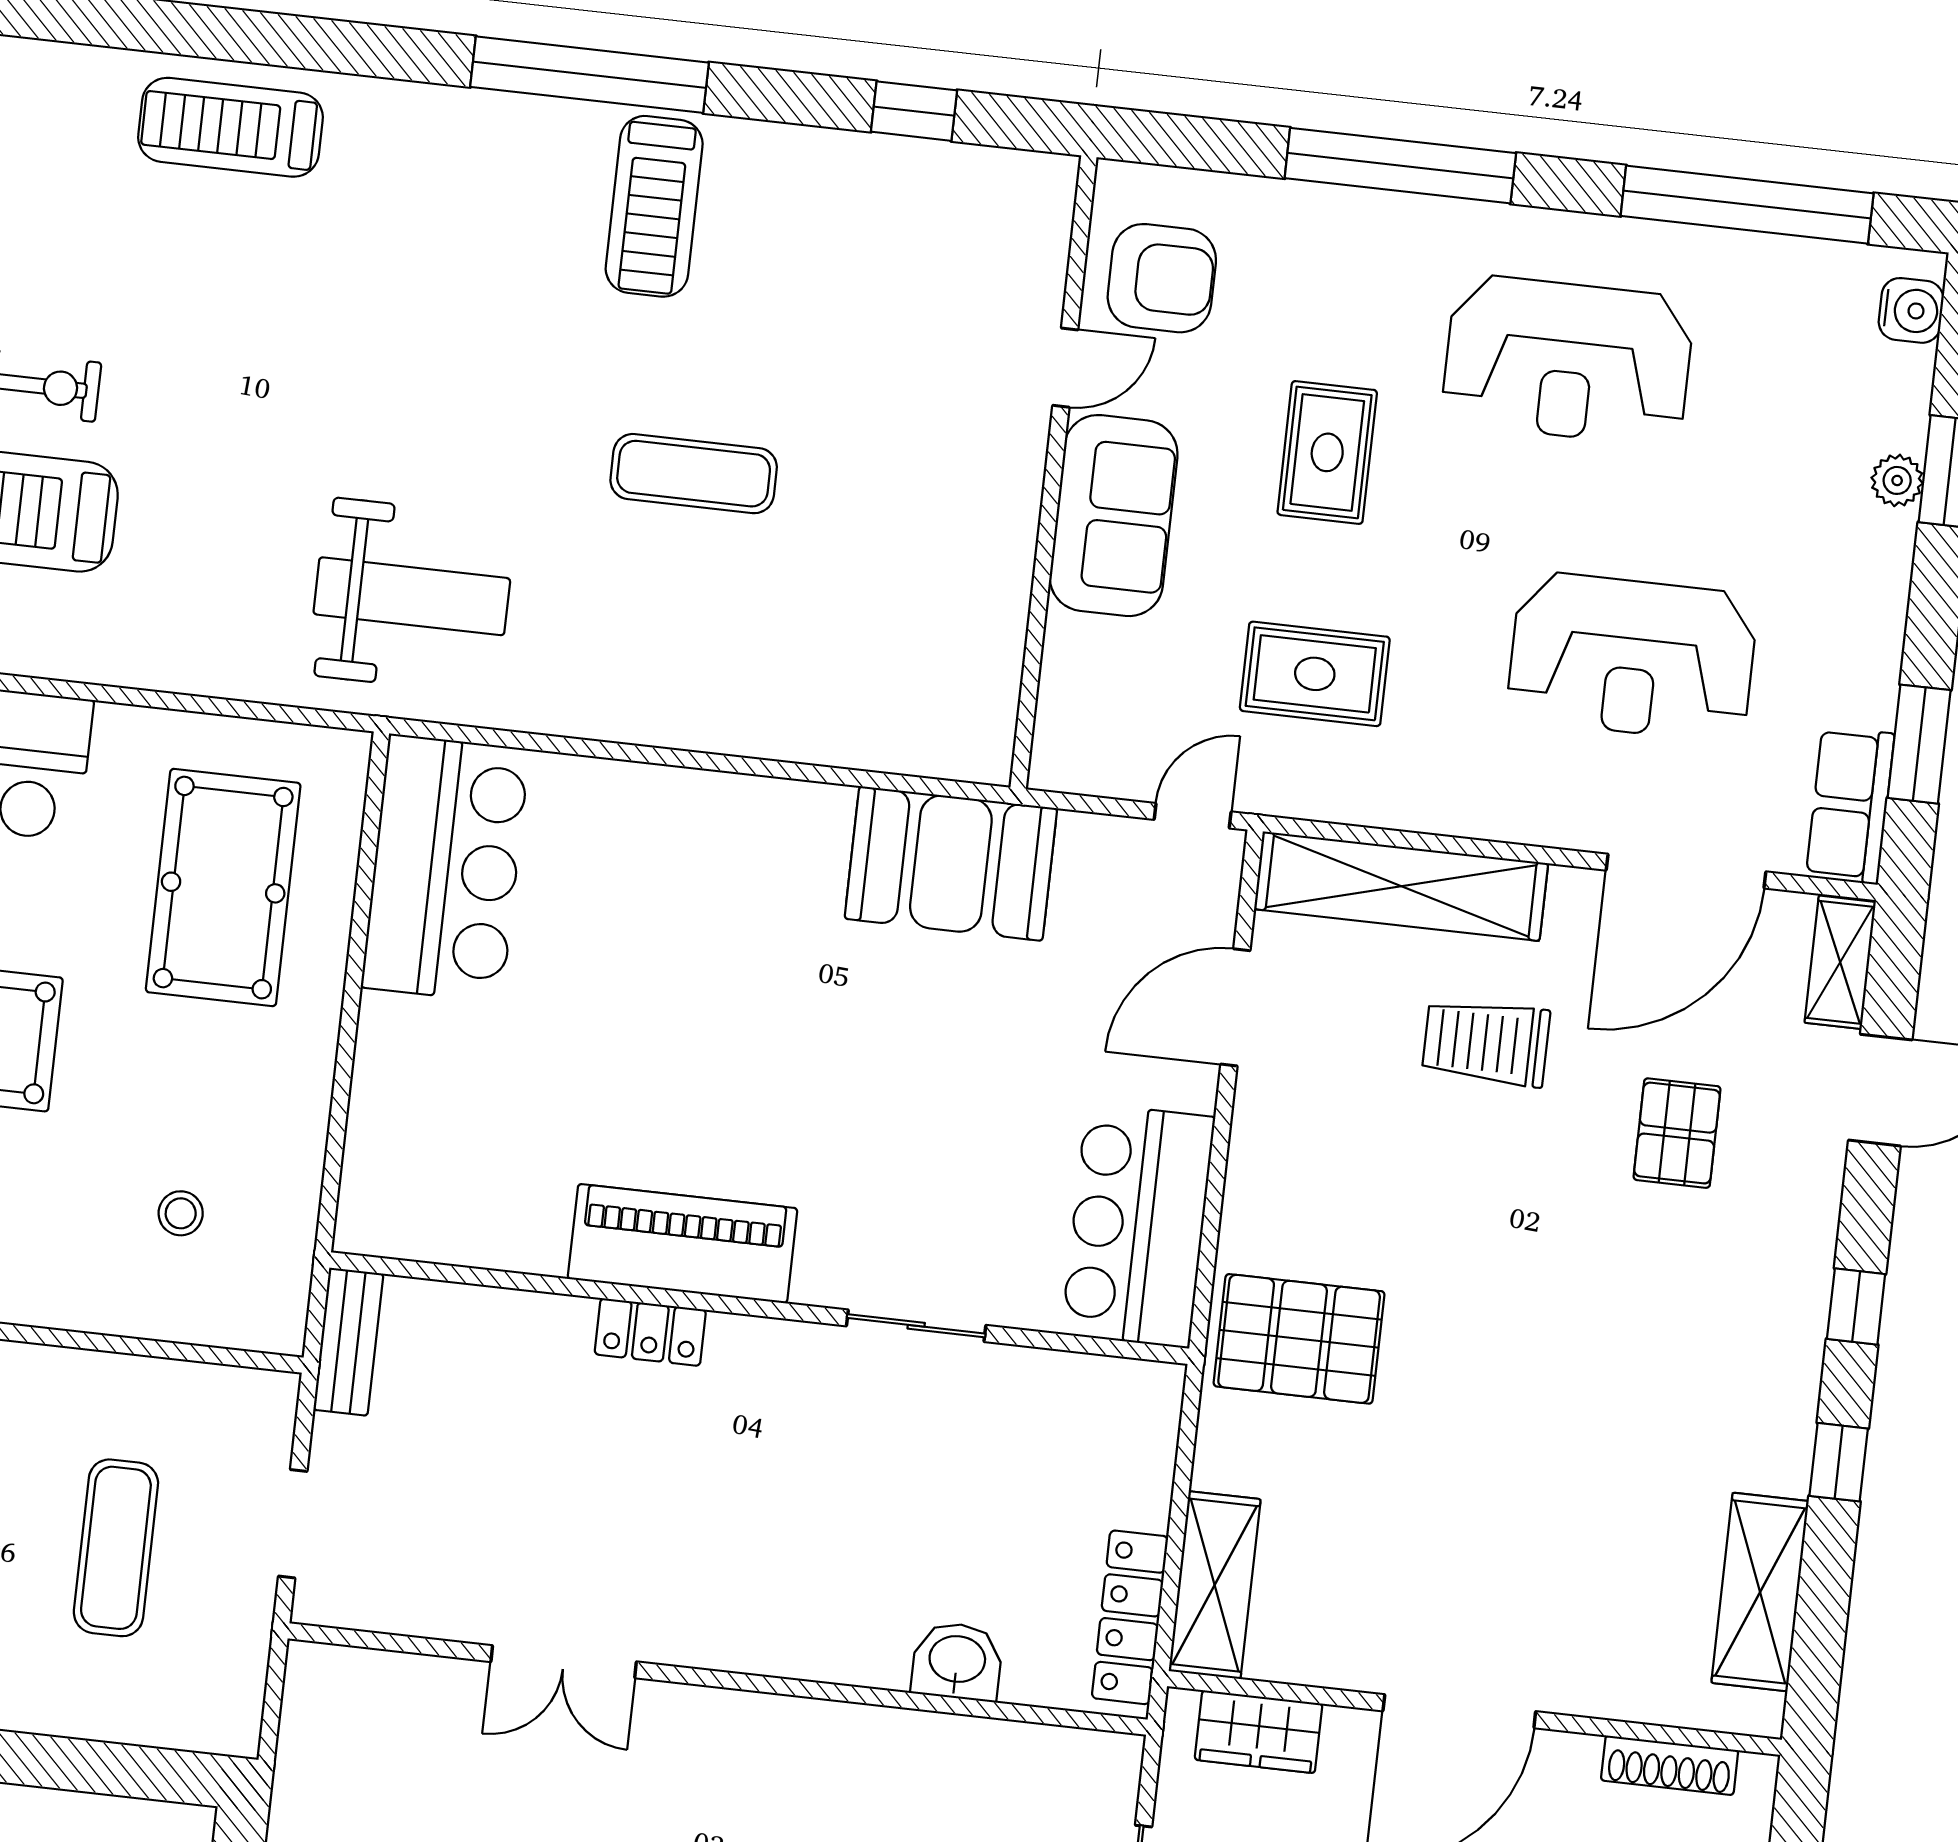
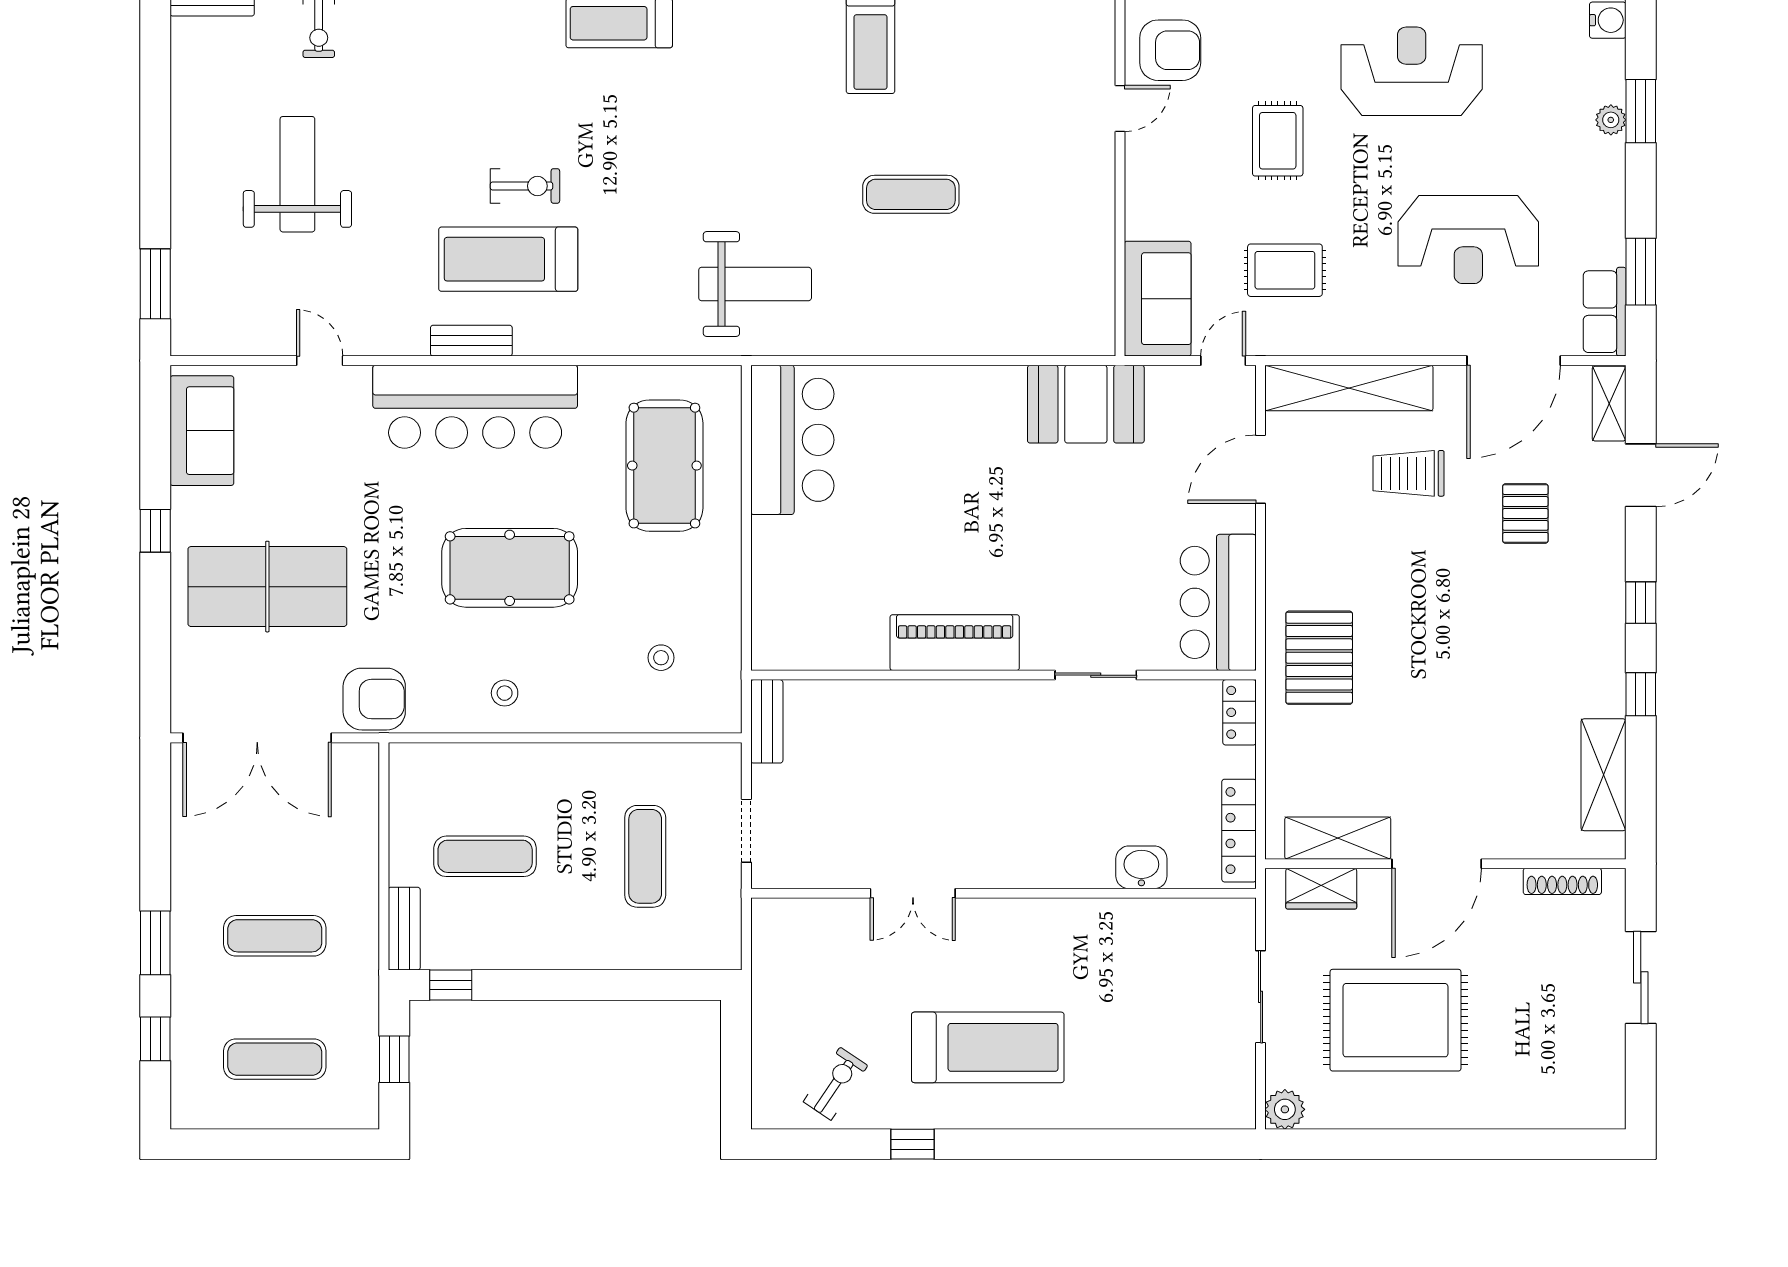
reception desk: (1568, 360) -> (1412, 71), turned 180
sofa: (1114, 516) -> (1158, 299), moved
locker: (650, 1332) -> (1239, 712), moved, turned 90
pallet: (1299, 1339) -> (1319, 658), turned 90
shelving: (1215, 1585) -> (1338, 838), moved, turned 90

